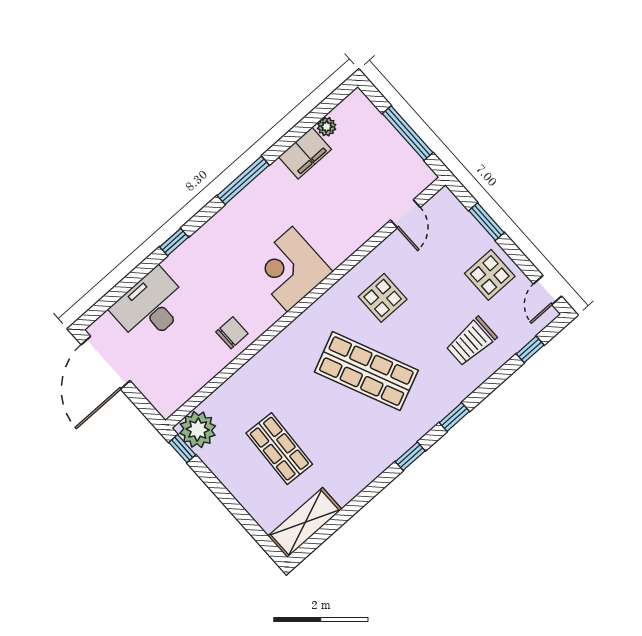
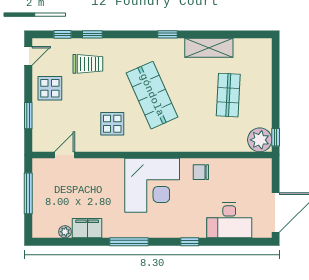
corner desk: (290, 269) -> (152, 185), width x1.36, depth x1.36
window: (454, 417) -> (92, 34), moved
shelving: (305, 523) -> (209, 48), moved

